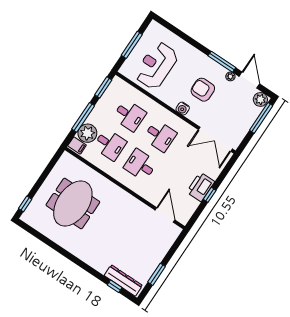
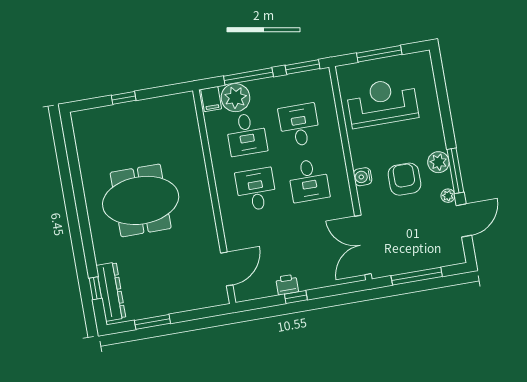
plant: (260, 99) -> (438, 162), moved
desk: (129, 115) -> (299, 125), turned 180
window: (261, 118) -> (417, 276), moved
printer: (201, 187) -> (287, 285), width x0.53, depth x0.68
window: (25, 204) -> (124, 98), moved
meeting table: (73, 204) -> (141, 200), moved

